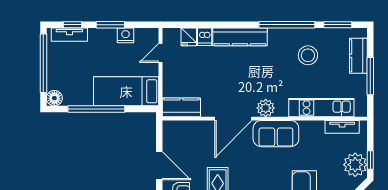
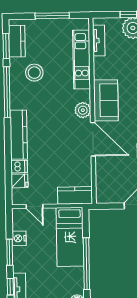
kitchen counter: (358, 56) -> (17, 41), moved, turned -90
kitchen counter: (181, 107) -> (75, 195), moved, turned 90

